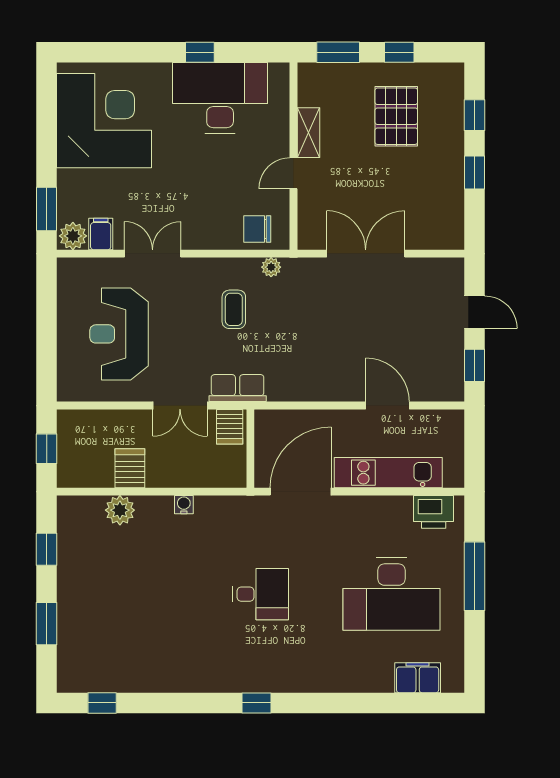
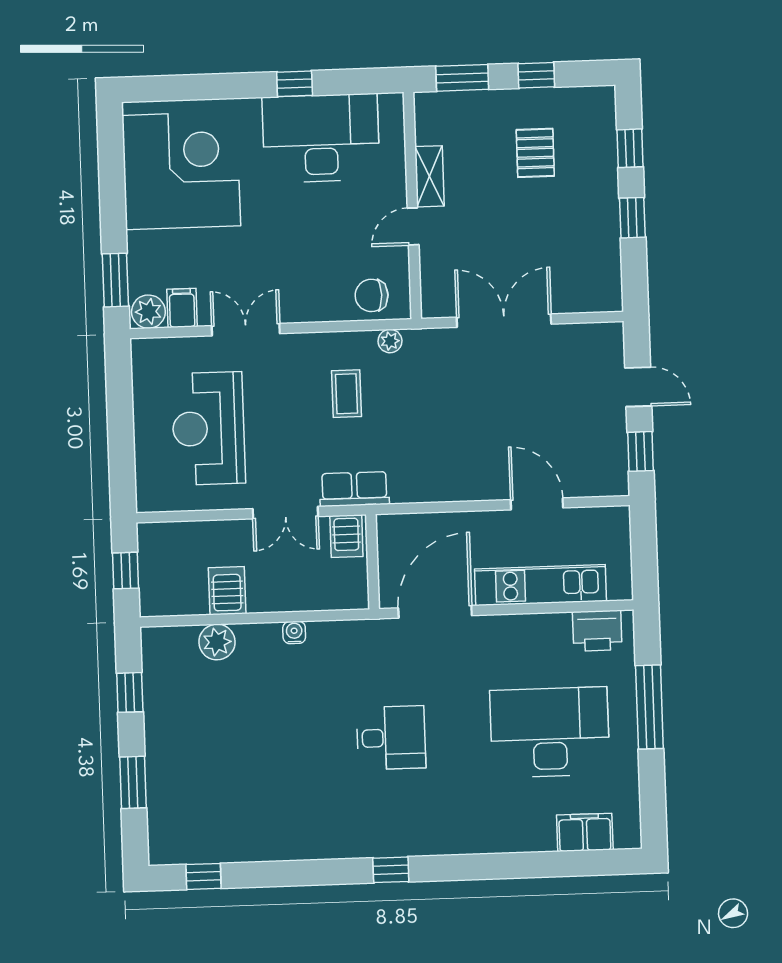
pallet: (396, 116) -> (535, 153), width x0.67, depth x0.71
desk: (392, 594) -> (550, 732), turned 180

